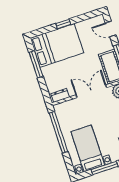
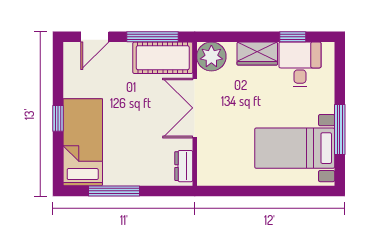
bed: (57, 45) -> (83, 142), width x0.67
window: (58, 132) -> (249, 191), removed

